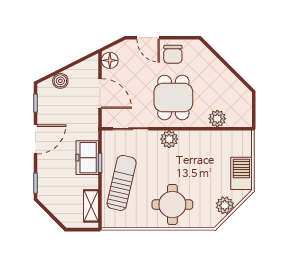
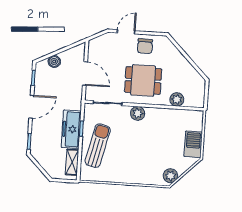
door: (148, 38) -> (126, 32), swing flipped
floor lamp: (110, 60) -> (94, 48), removed
dining table: (173, 97) -> (143, 80), turned 90
freezer: (87, 158) -> (71, 129), width x1.40
round table: (172, 205) -> (137, 165), removed
plant: (225, 205) -> (170, 176), moved

